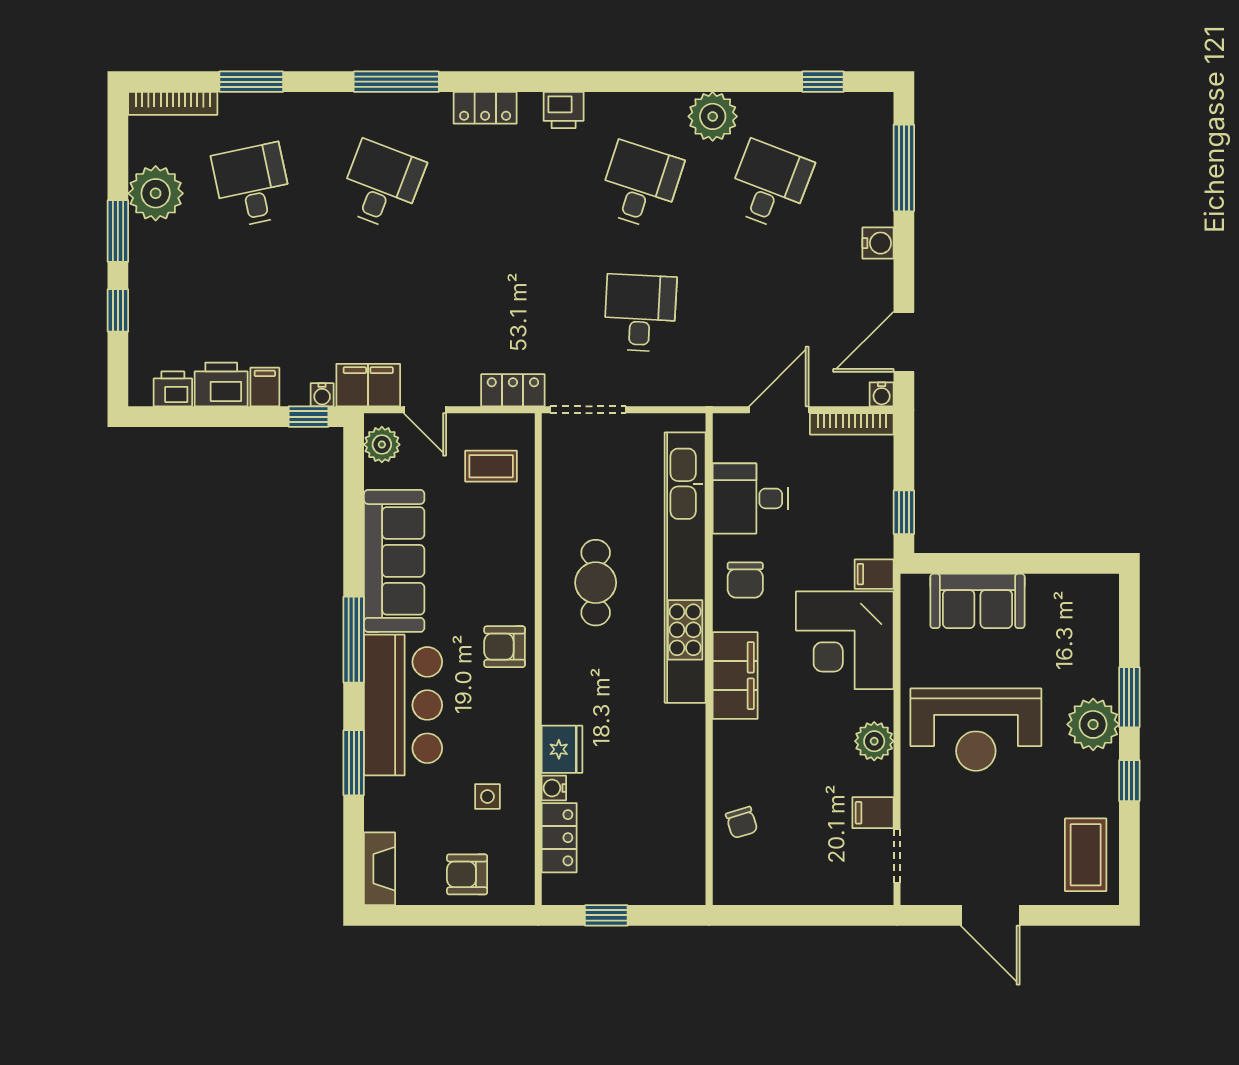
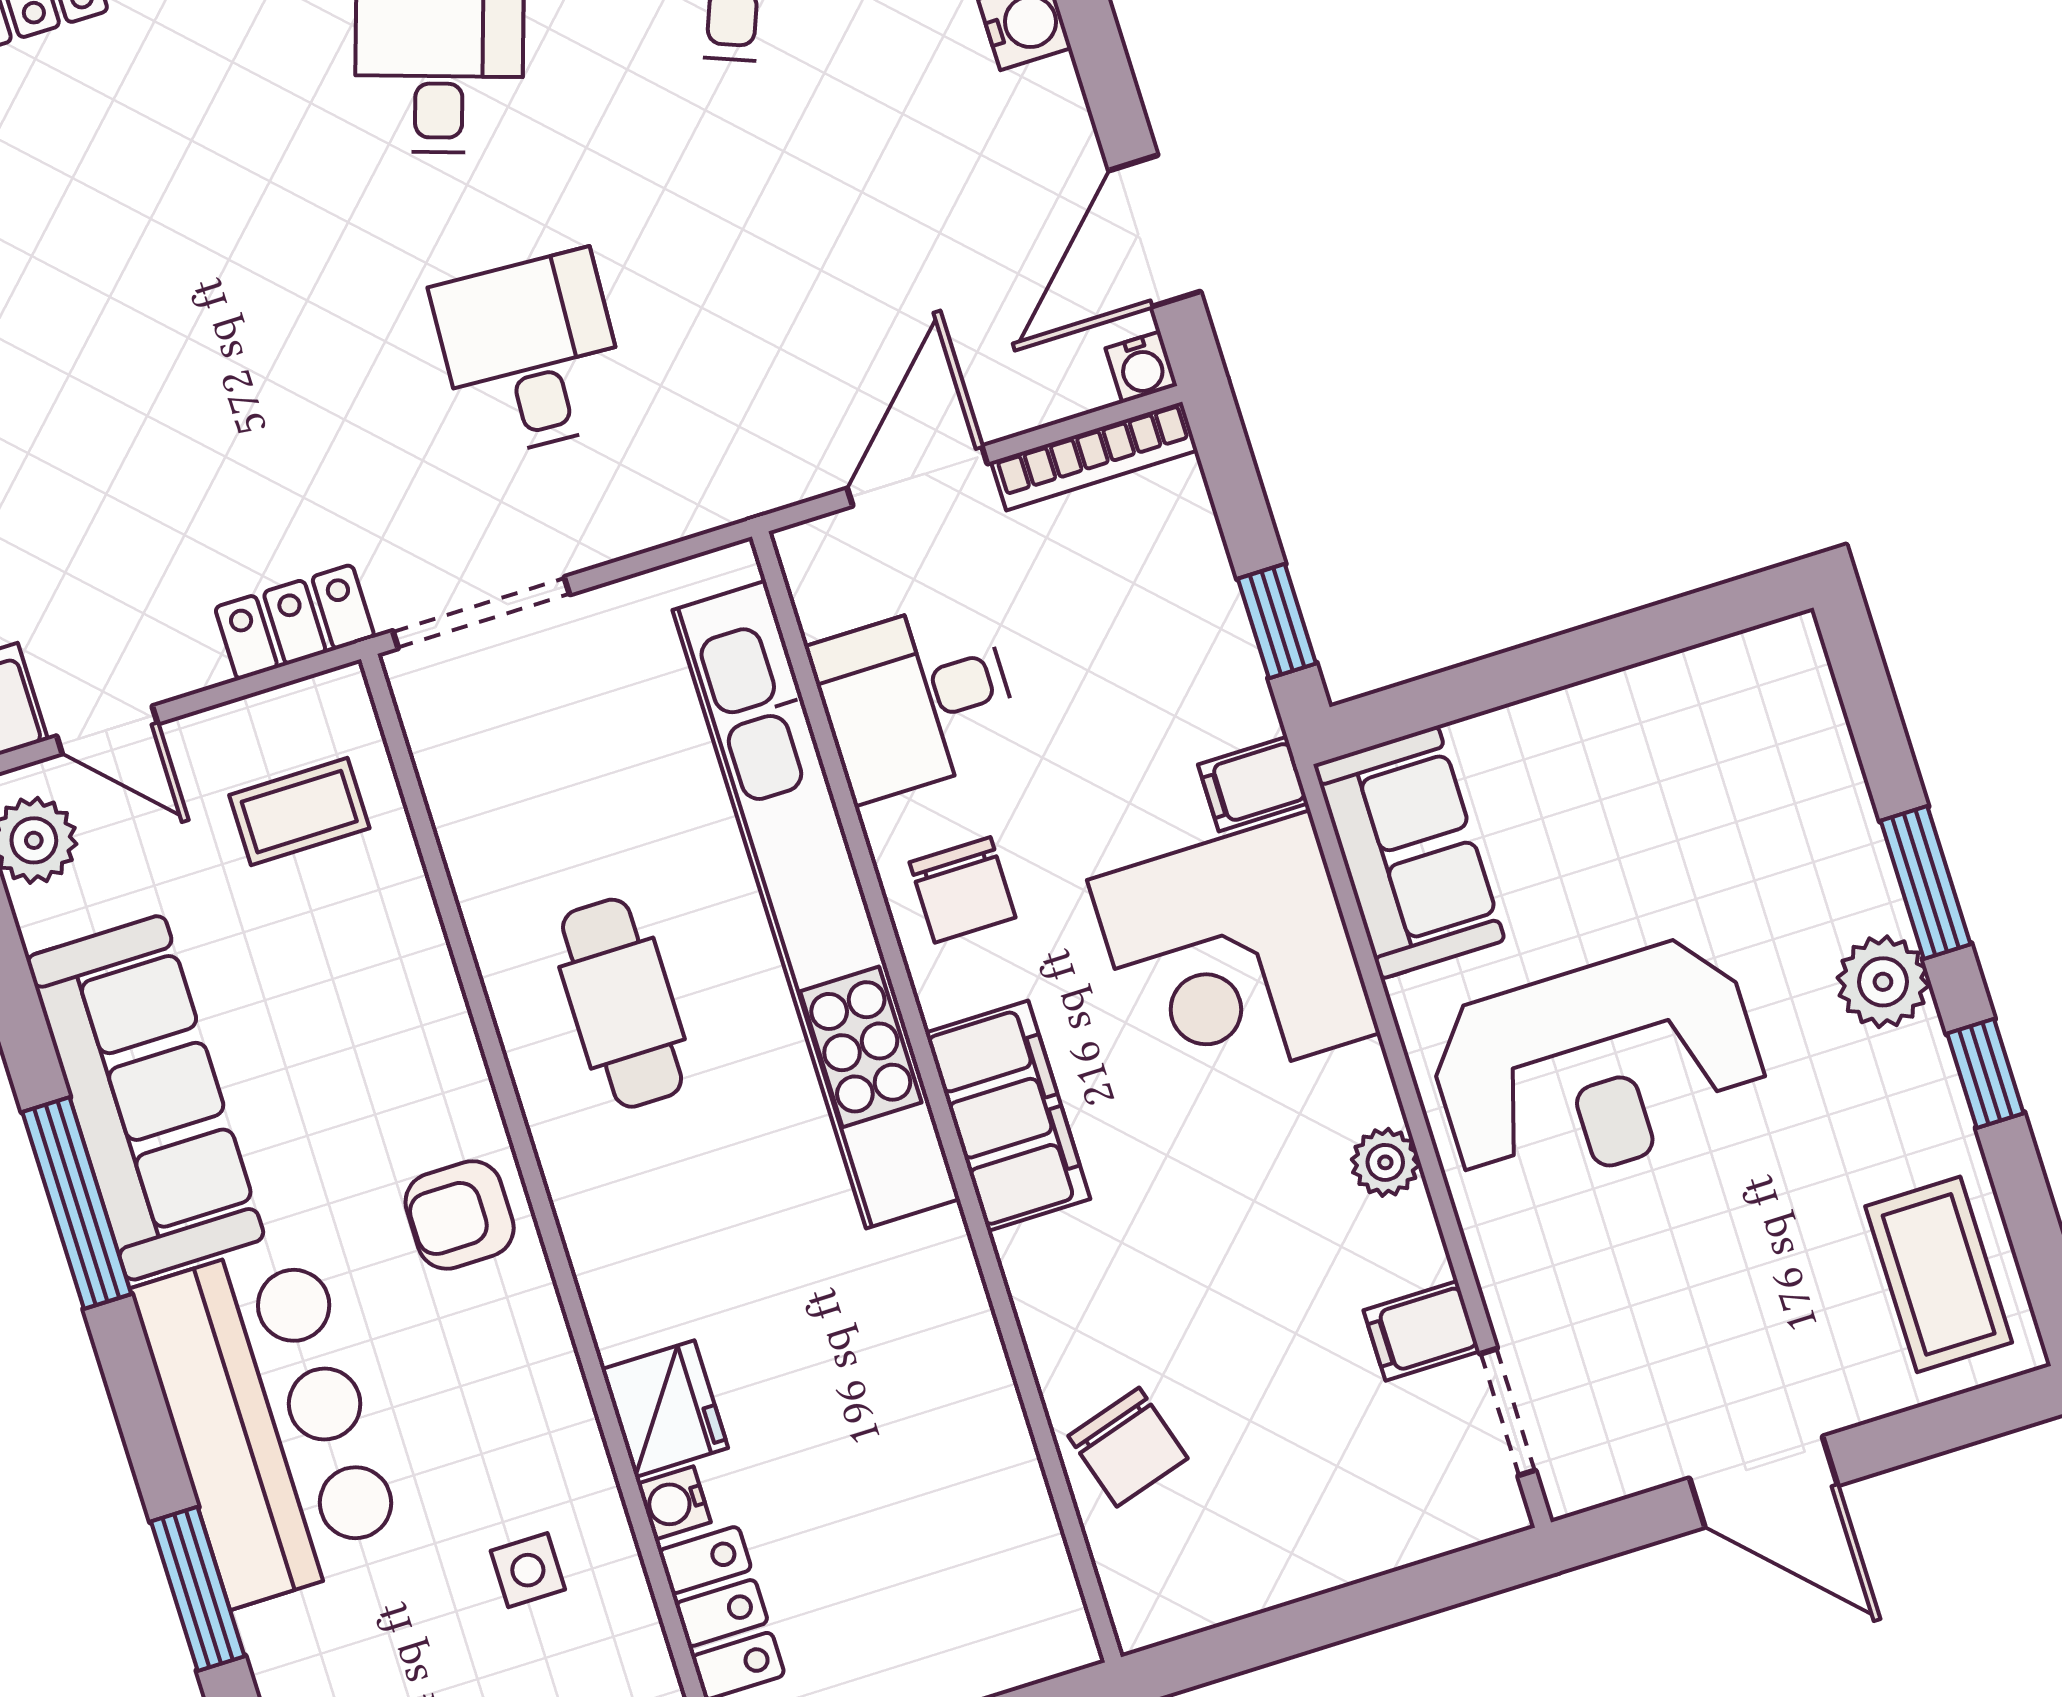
sofa: (977, 601) -> (1409, 852), moved, turned -90
window: (354, 640) -> (77, 1203), moved
plant: (1093, 724) -> (1883, 982), width x0.73, depth x0.73
plant: (874, 741) -> (1385, 1162), width x0.73, depth x0.73
chair: (742, 822) -> (1128, 1447), width x1.37, depth x1.37

